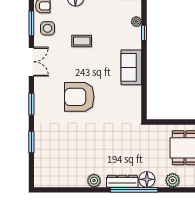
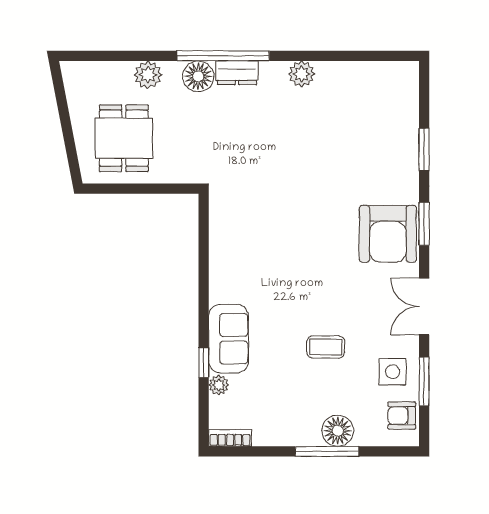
sofa: (131, 67) -> (229, 339), moved
armchair: (79, 97) -> (388, 234), moved, turned 90
dresser: (122, 181) -> (237, 73), width x0.70

